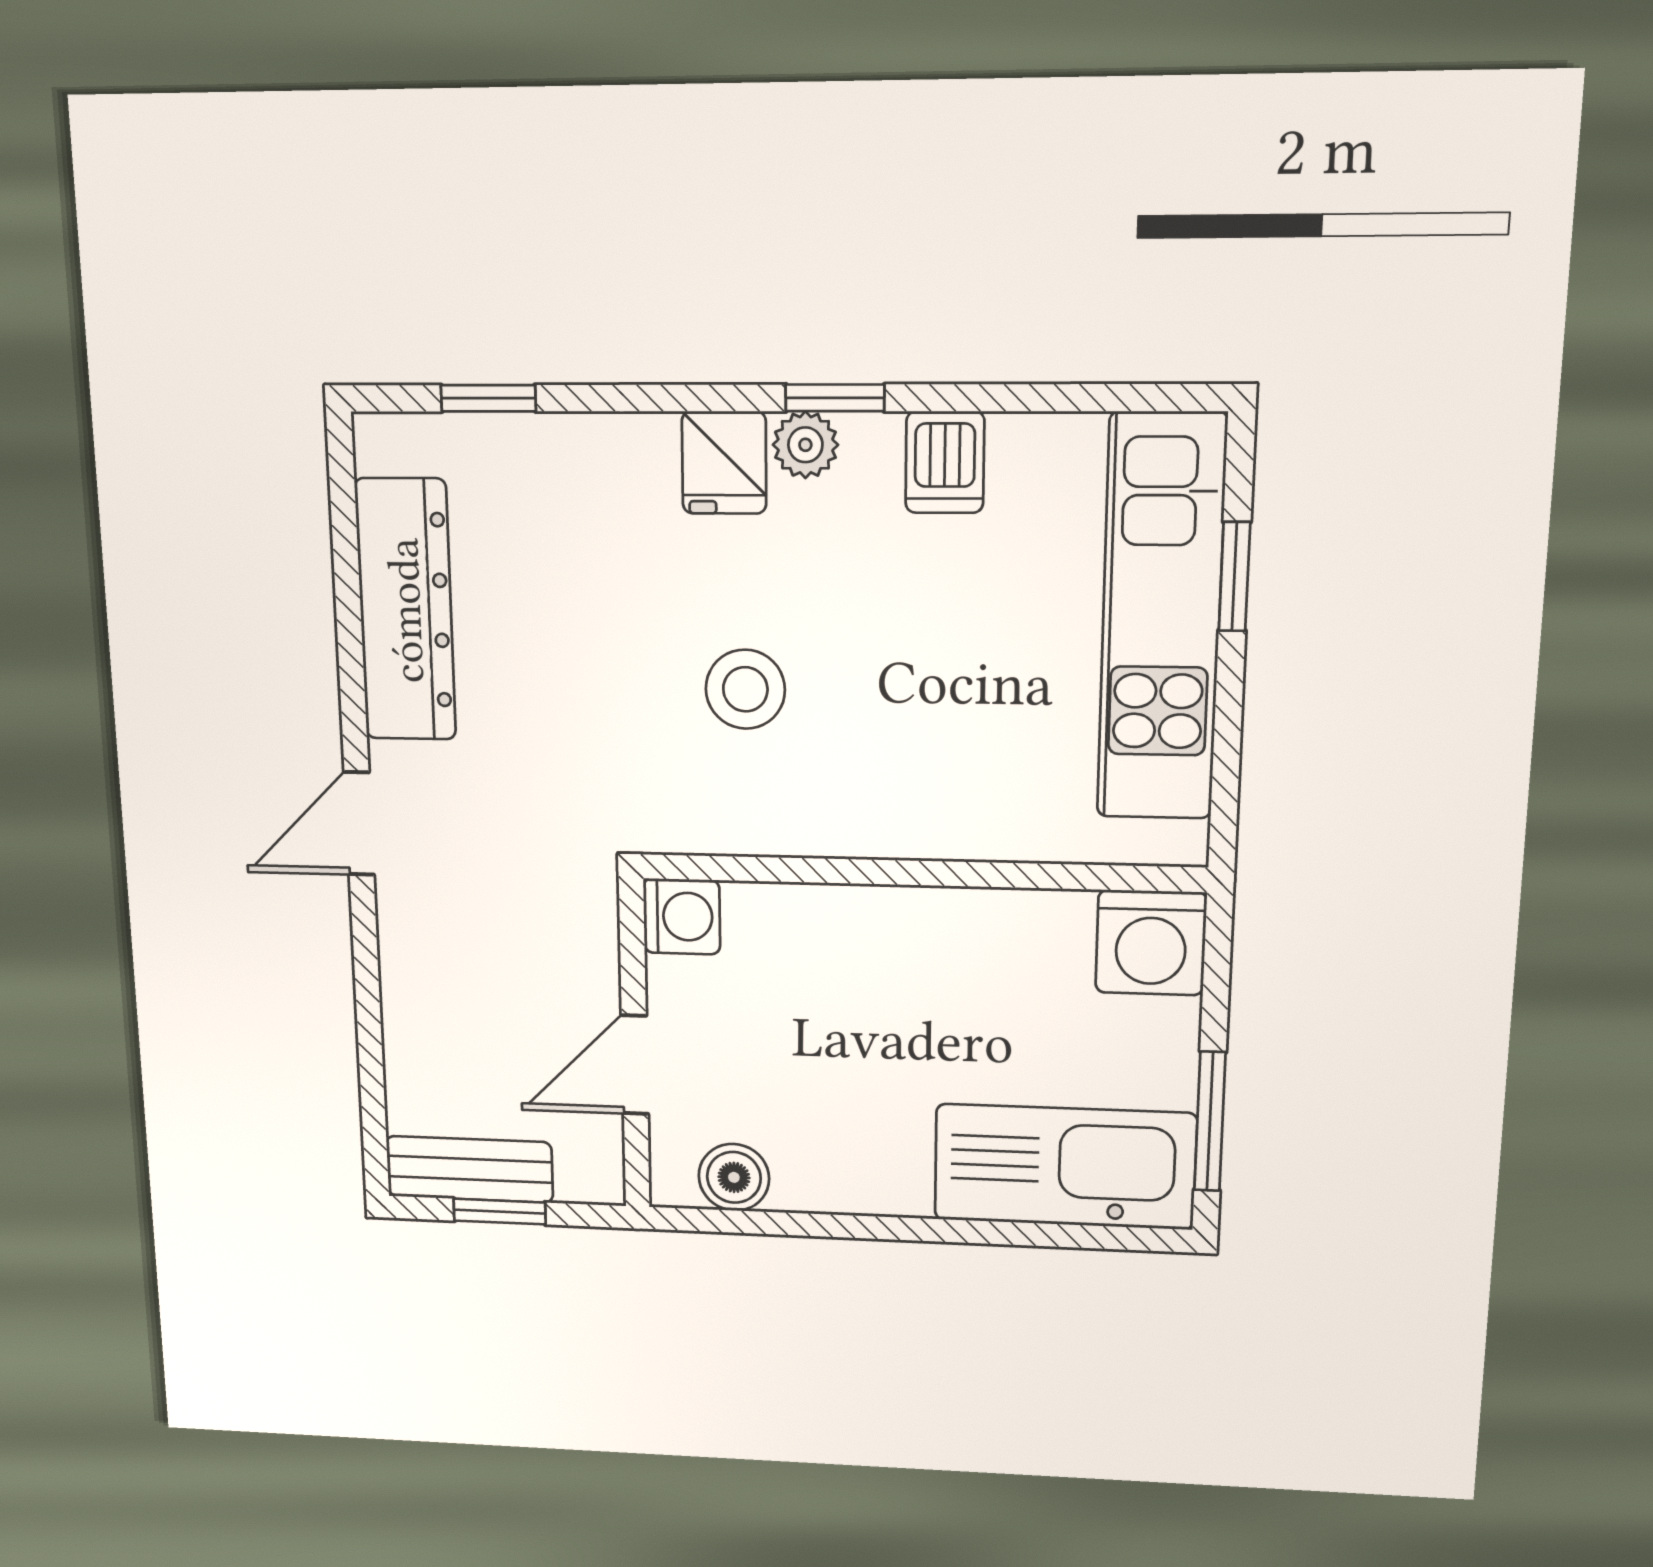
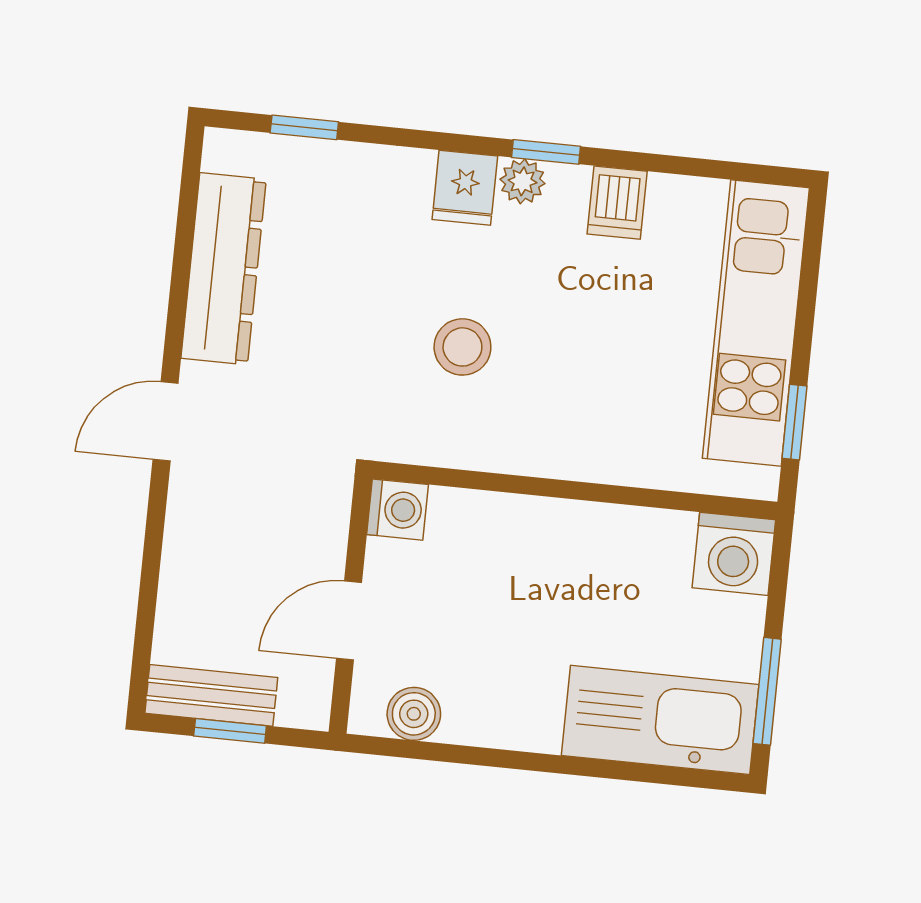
window: (1234, 577) -> (795, 422), moved

